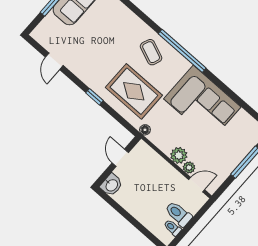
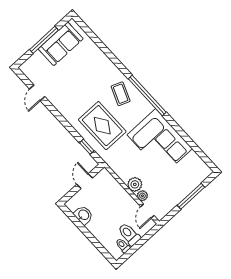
window: (95, 97) -> (87, 147), moved
floor lamp: (145, 130) -> (108, 159), removed
washbasin: (111, 185) -> (83, 215), moved, turned -90
door: (197, 185) -> (147, 211), swing flipped

